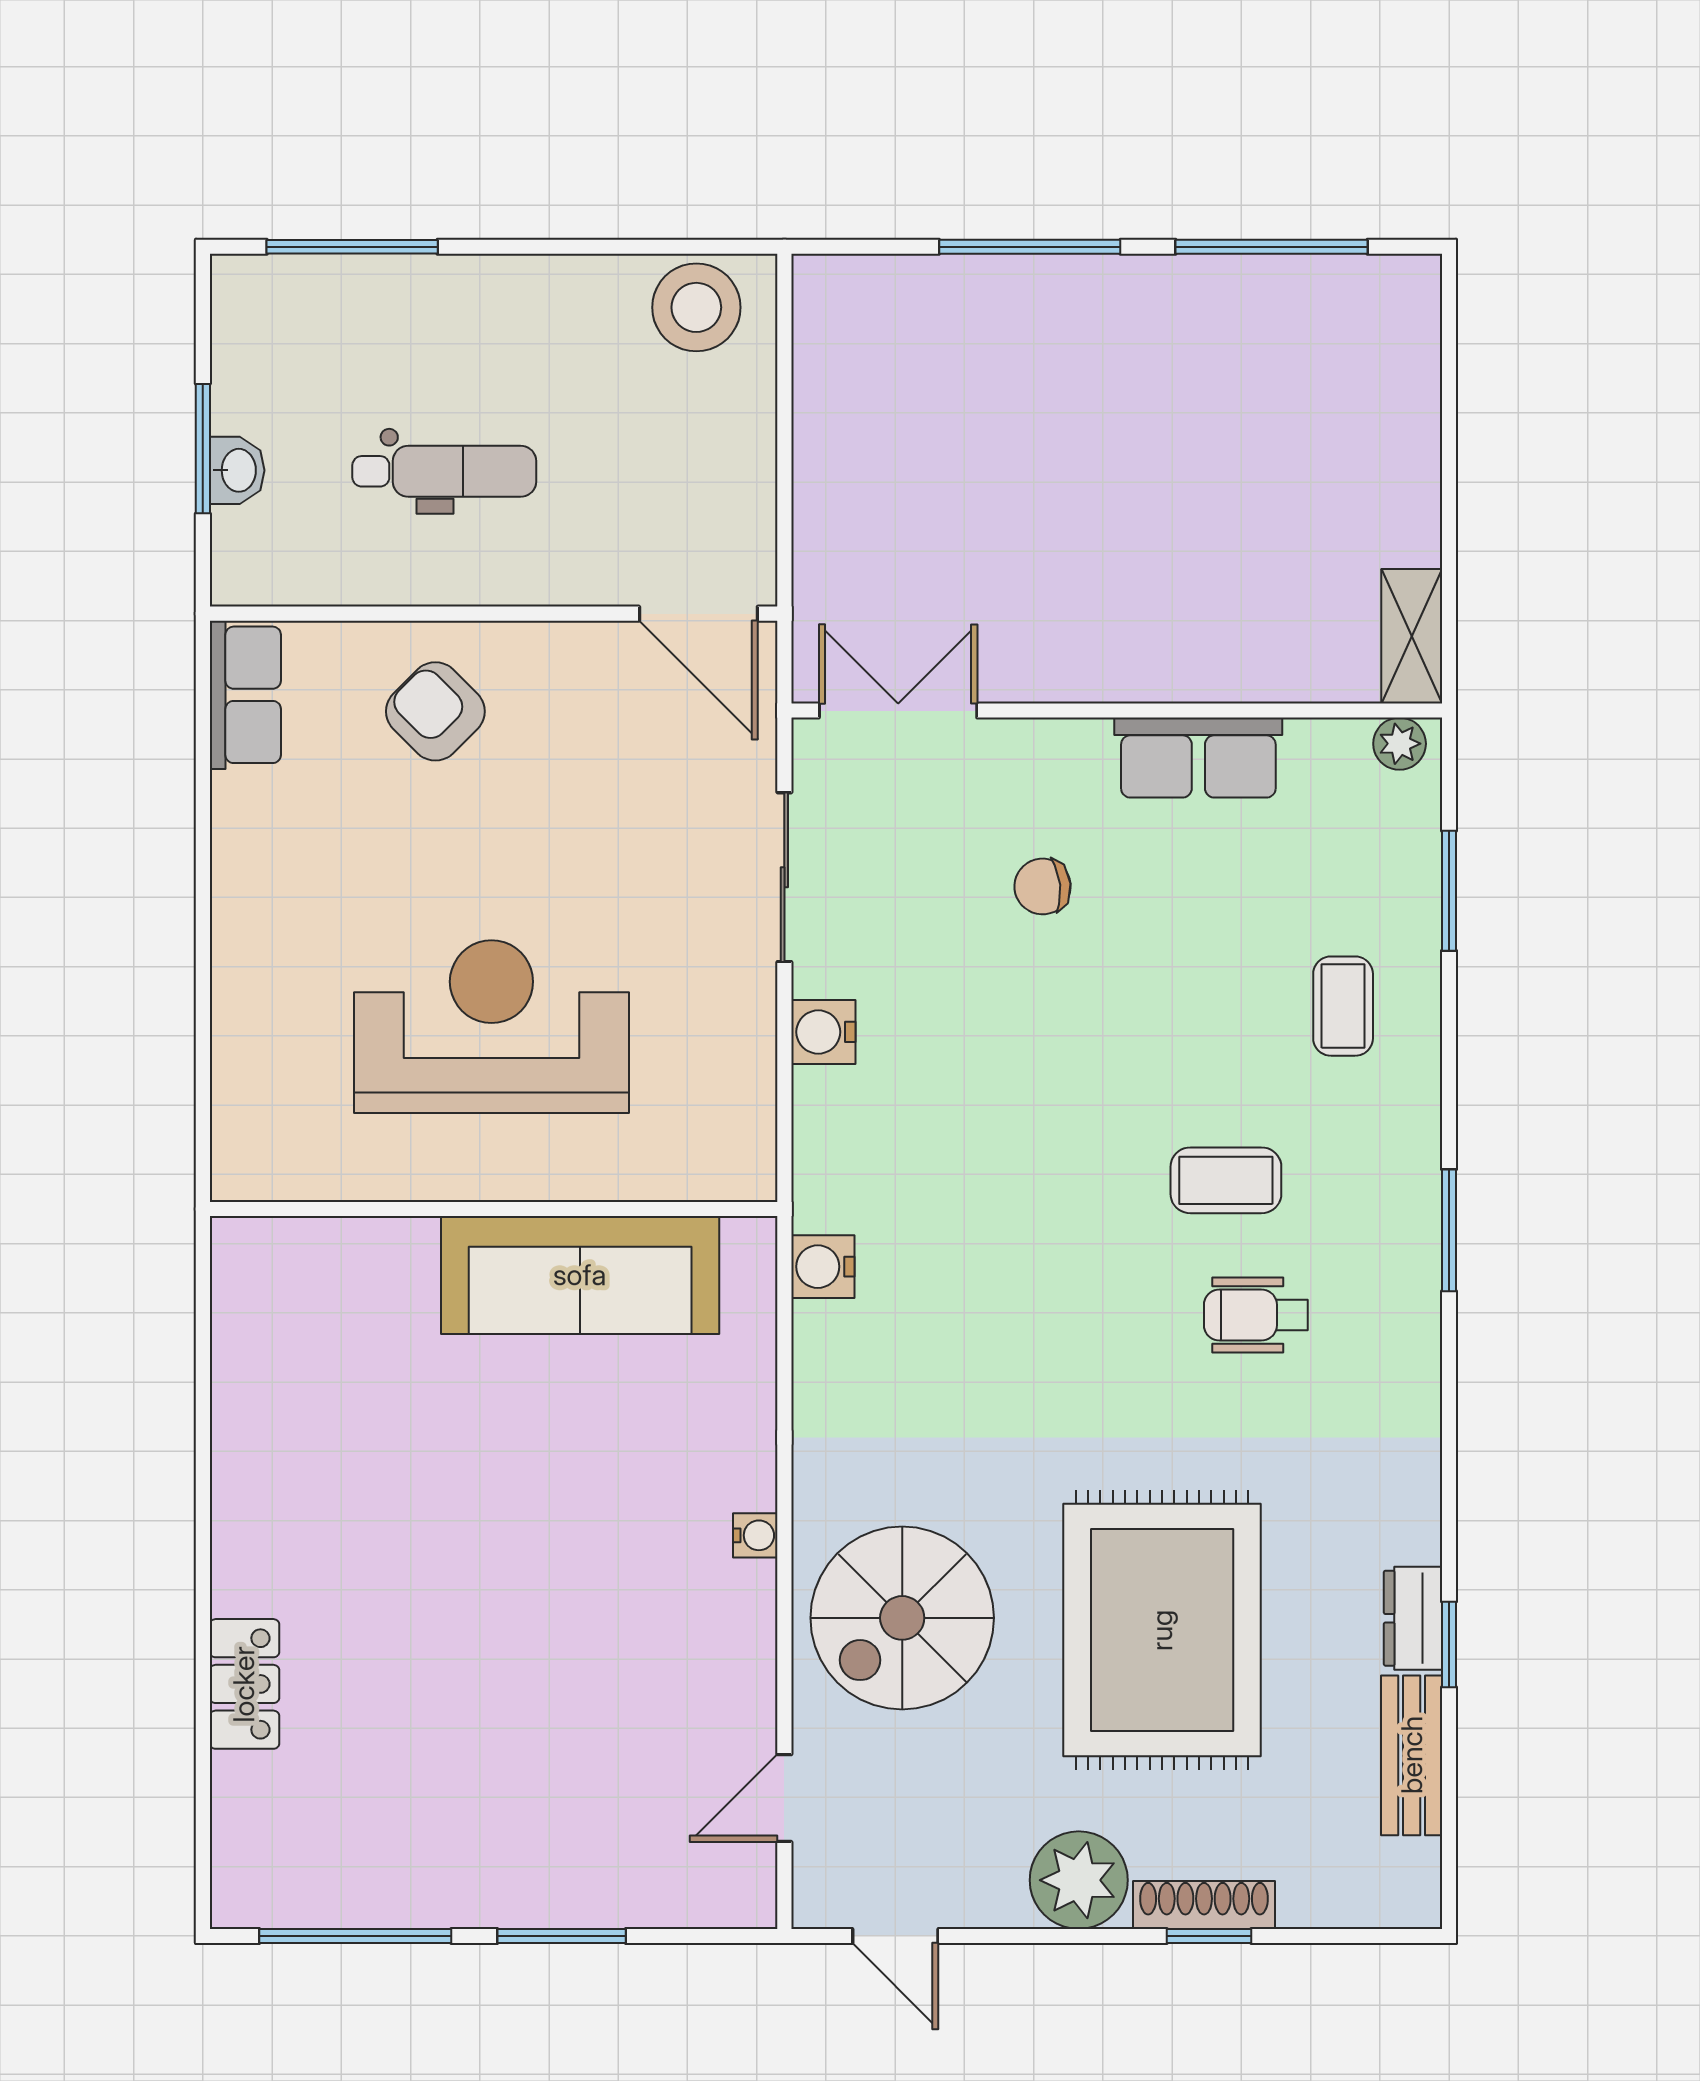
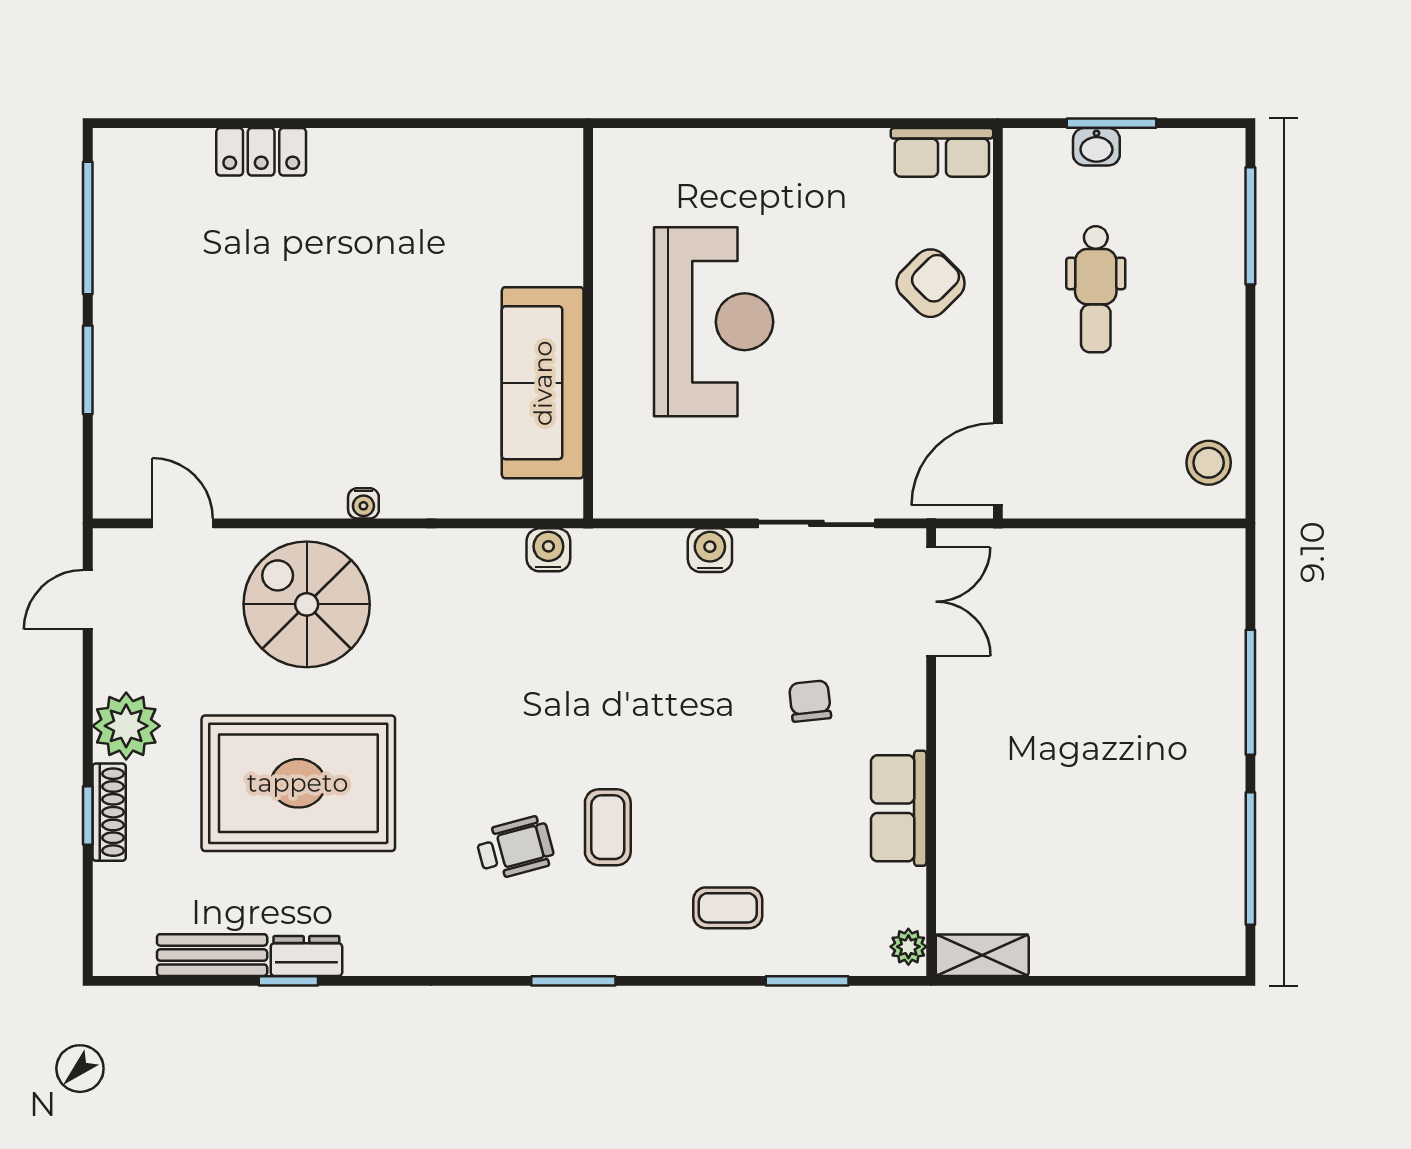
stool: (696, 307) -> (1209, 463), width x0.73, depth x0.73
wheelchair: (1256, 1315) -> (515, 848), turned 75

